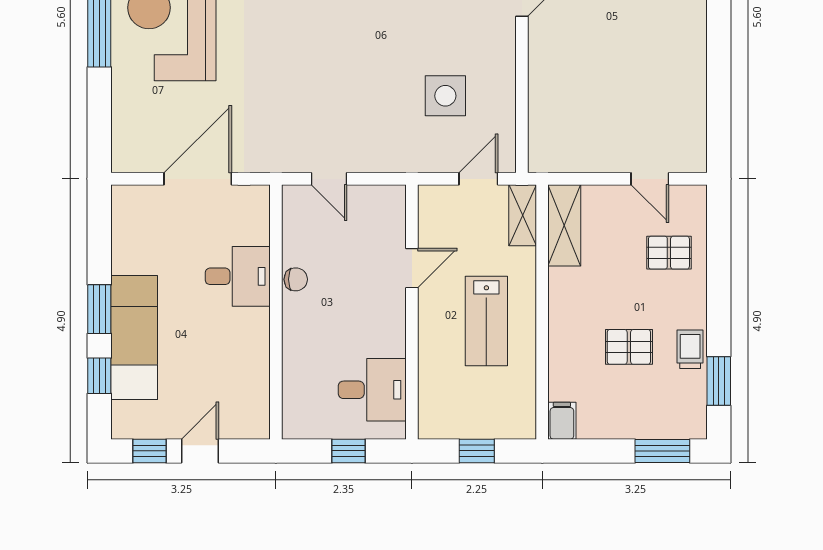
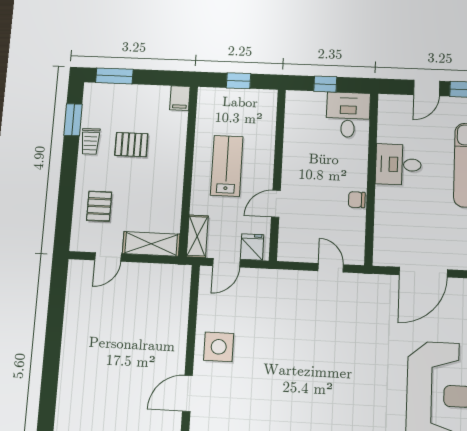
side table: (445, 96) -> (219, 347), moved
door: (650, 179) -> (108, 257), swing flipped
fridge: (443, 203) -> (252, 247), added
shelving: (564, 225) -> (151, 244), moved, turned 90
pallet: (669, 253) -> (99, 206), turned 90
desk: (238, 276) -> (398, 165), moved
desk: (372, 390) -> (348, 115), moved, turned 90

